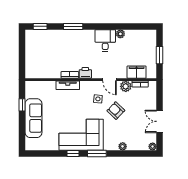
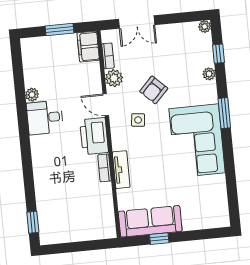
window: (73, 26) -> (28, 170), removed
filing cabinet: (137, 72) -> (88, 47), moved
printer: (85, 73) -> (94, 136), width x1.87, depth x1.48
door: (110, 80) -> (106, 105), swing flipped
sofa: (33, 118) -> (150, 221), moved
double door: (160, 121) -> (137, 22), moved
window: (73, 154) -> (218, 54), moved

